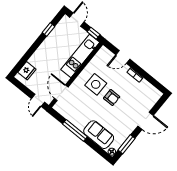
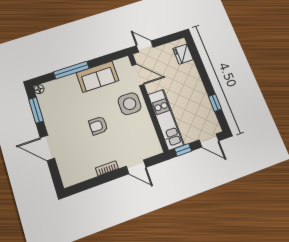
door: (123, 57) -> (136, 167), swing flipped
side table: (96, 84) -> (130, 104), moved
door: (146, 121) -> (47, 148), hinge flipped
window: (75, 130) -> (71, 70), moved
sofa: (99, 135) -> (98, 77), moved

